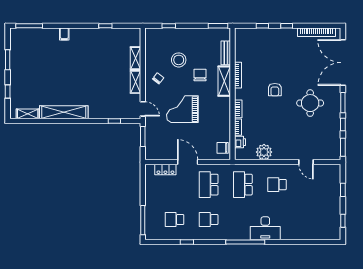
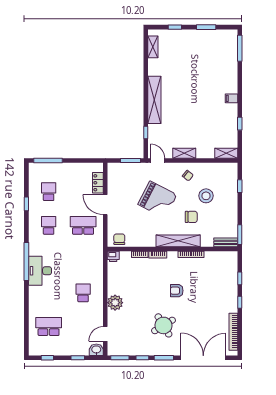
filing cabinet: (64, 34) -> (231, 98), moved
bench: (226, 53) -> (226, 242), moved
shelving: (135, 58) -> (226, 153), moved
shelving: (224, 81) -> (178, 241), width x1.47
round table: (310, 103) -> (163, 325), turned -31
door: (143, 109) -> (158, 160), swing flipped
grand piano: (182, 109) -> (157, 199), turned 117
shelving: (64, 112) -> (154, 100), moved
printer: (240, 142) -> (113, 256), moved
plant: (264, 152) -> (115, 303), moved
door: (188, 162) -> (105, 205), swing flipped
door: (306, 162) -> (105, 334), moved
washbasin: (335, 171) -> (96, 350), added
school desk: (243, 185) -> (49, 327), moved
desk: (265, 228) -> (40, 271), moved

